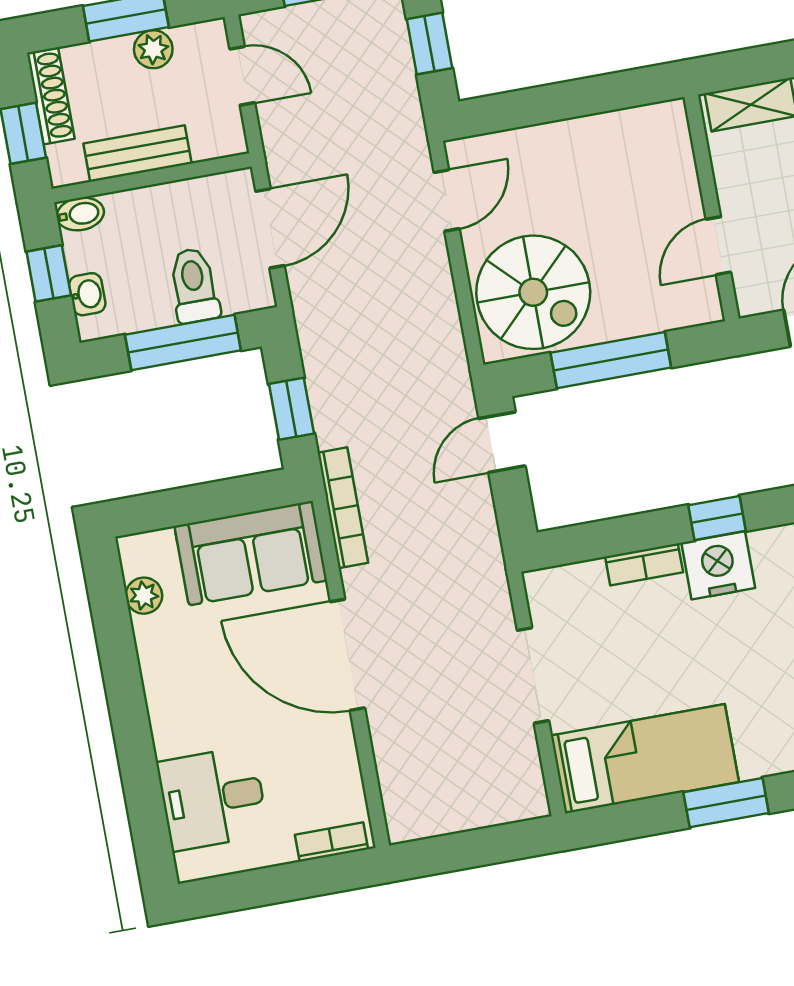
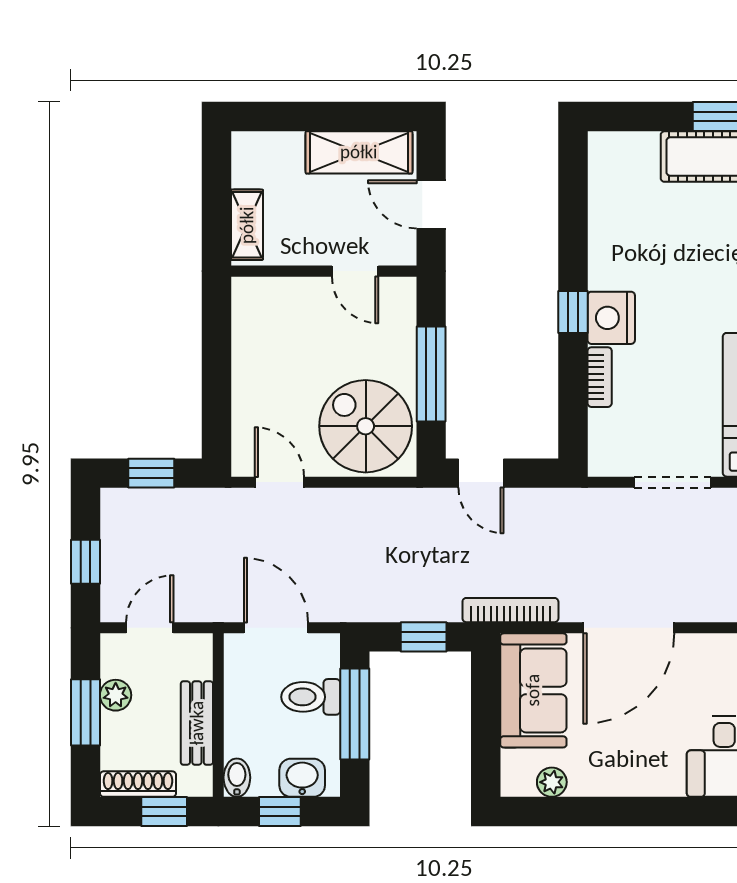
spiral stairs: (533, 292) -> (366, 426), turned -90
washbasin: (87, 294) -> (302, 778), width x1.38, depth x1.45

